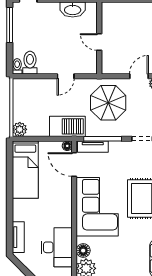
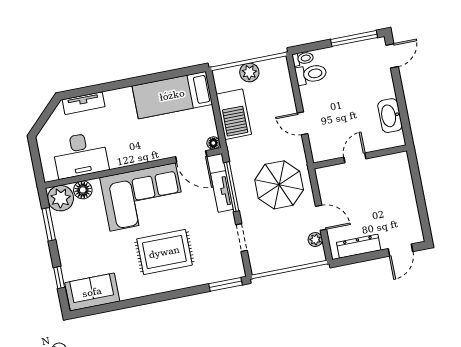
barbecue: (67, 126) -> (234, 114), moved
plant: (20, 129) -> (249, 72), moved
tv unit: (93, 147) -> (222, 191), moved
door: (74, 164) -> (191, 157), swing flipped

